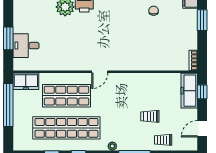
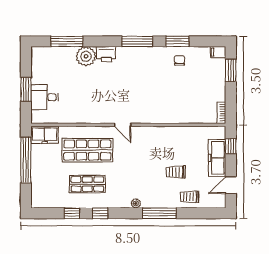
door: (100, 72) -> (123, 125), hinge flipped
freezer: (189, 91) -> (217, 158), moved
shop shelf: (66, 128) -> (87, 184), width x0.50, depth x0.74

